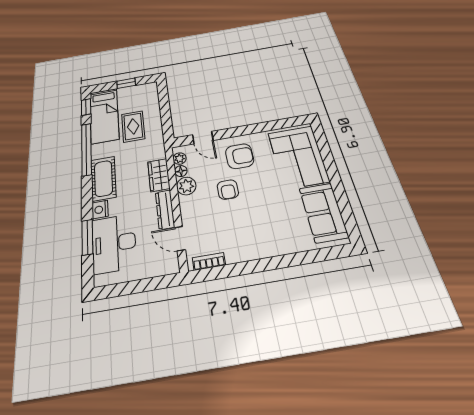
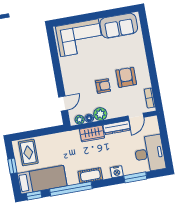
rug: (133, 126) -> (28, 153), moved, turned 90
armchair: (240, 156) -> (126, 77), moved
cot: (103, 178) -> (90, 175), width x0.73, depth x0.75
desk: (114, 243) -> (150, 153), moved, turned -90

